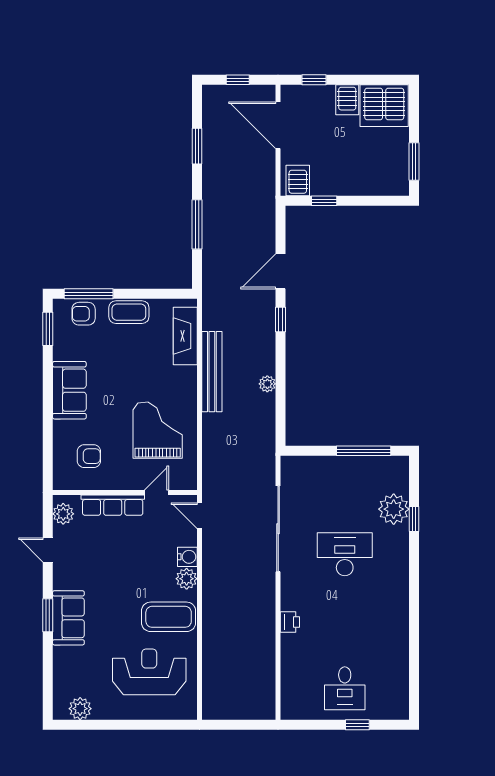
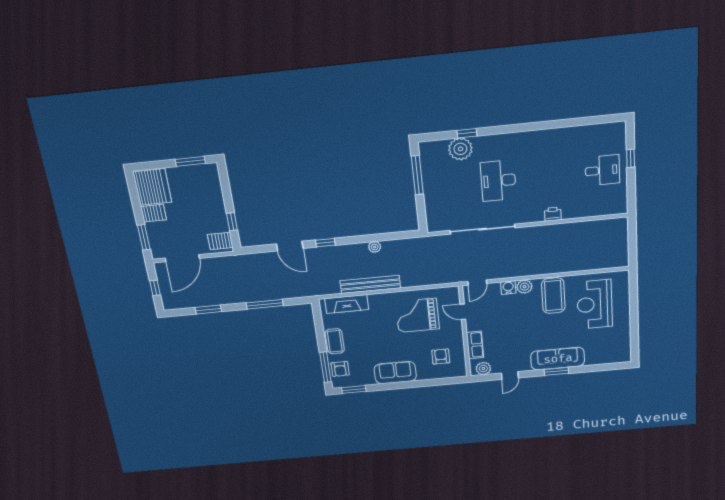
window: (314, 80) -> (144, 237), width x1.50
row of seats: (113, 505) -> (475, 345), width x0.68
sofa: (68, 618) -> (558, 359), width x1.36
plant: (80, 709) -> (623, 346), removed

